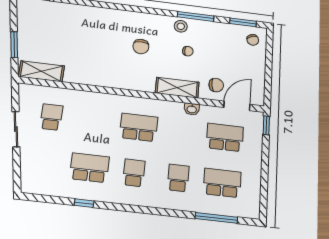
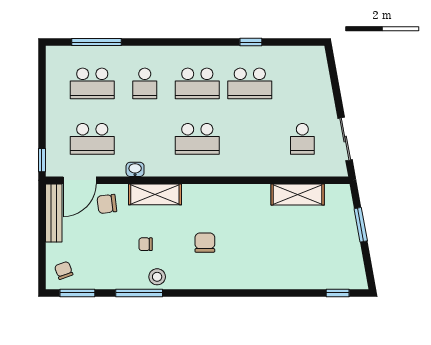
shelving: (41, 71) -> (298, 194), moved
bench: (259, 83) -> (54, 213), added
sliding door: (16, 129) -> (345, 139), moved
school desk: (134, 173) -> (197, 83), width x1.85

